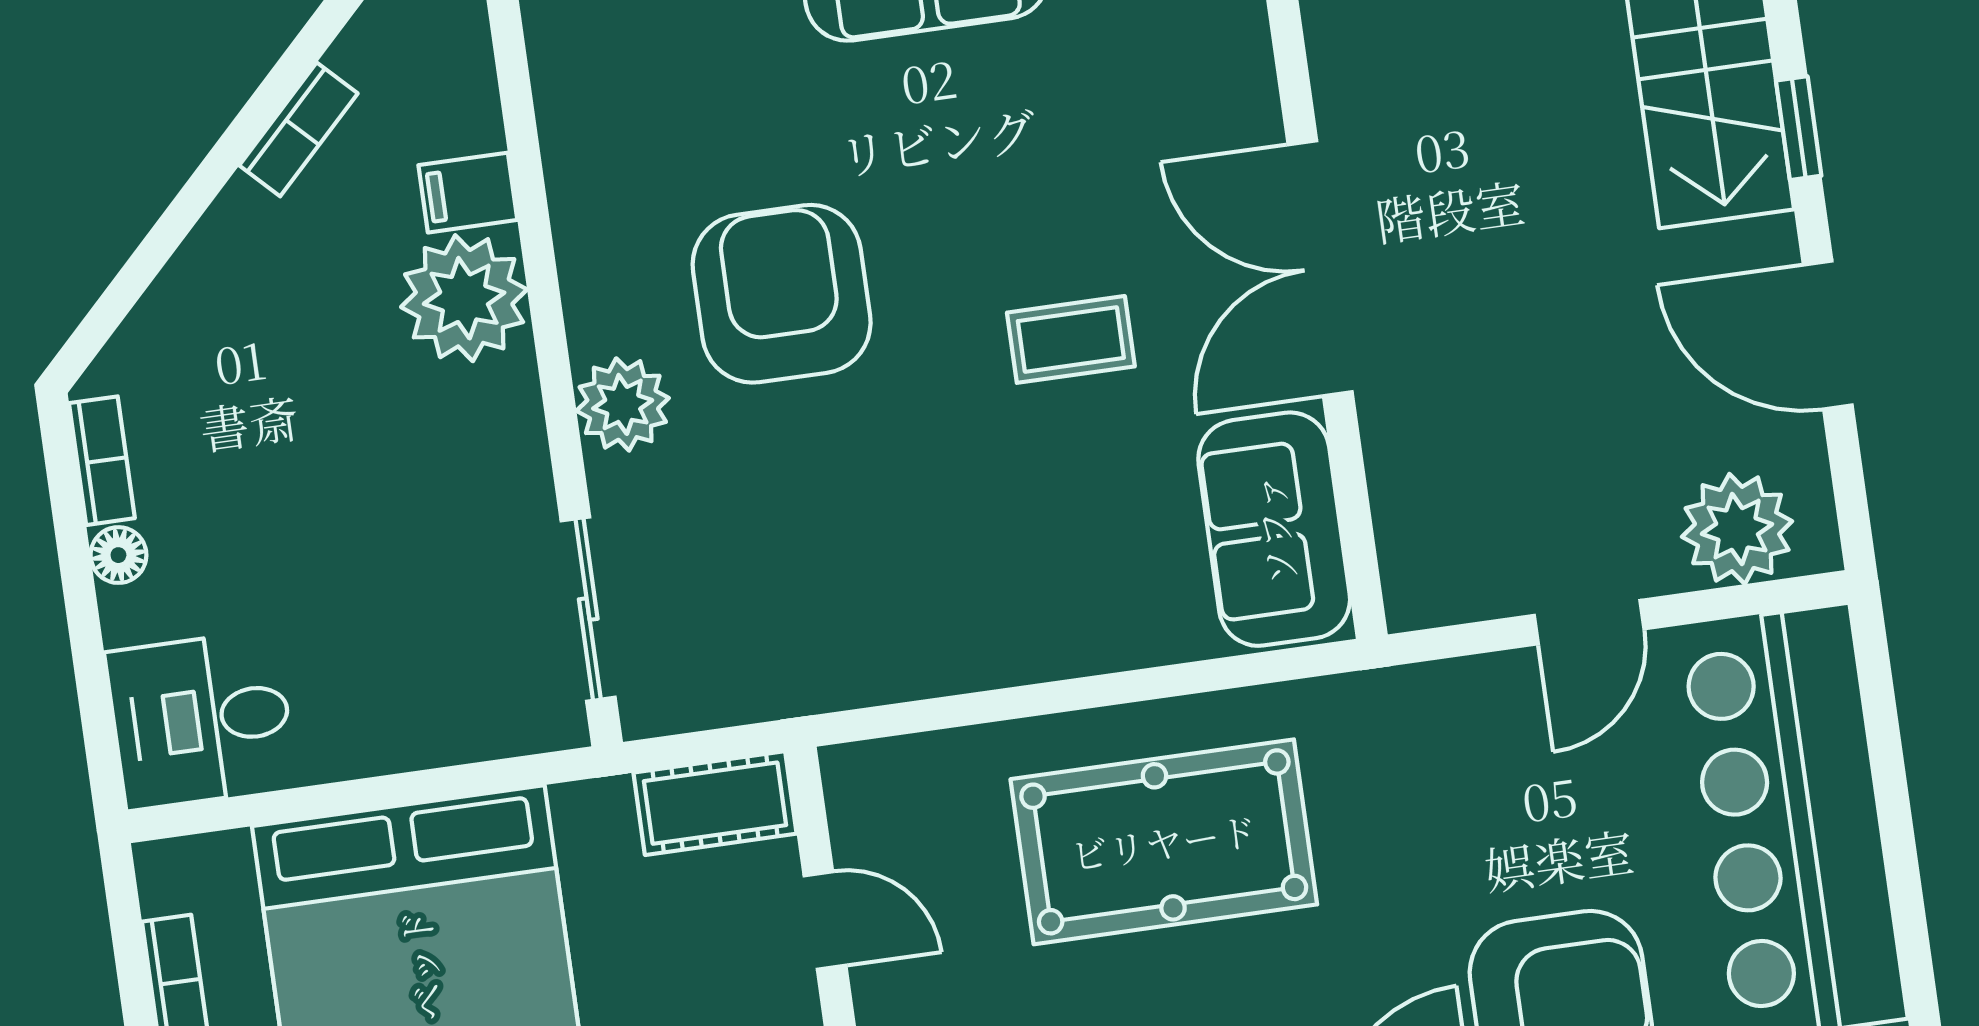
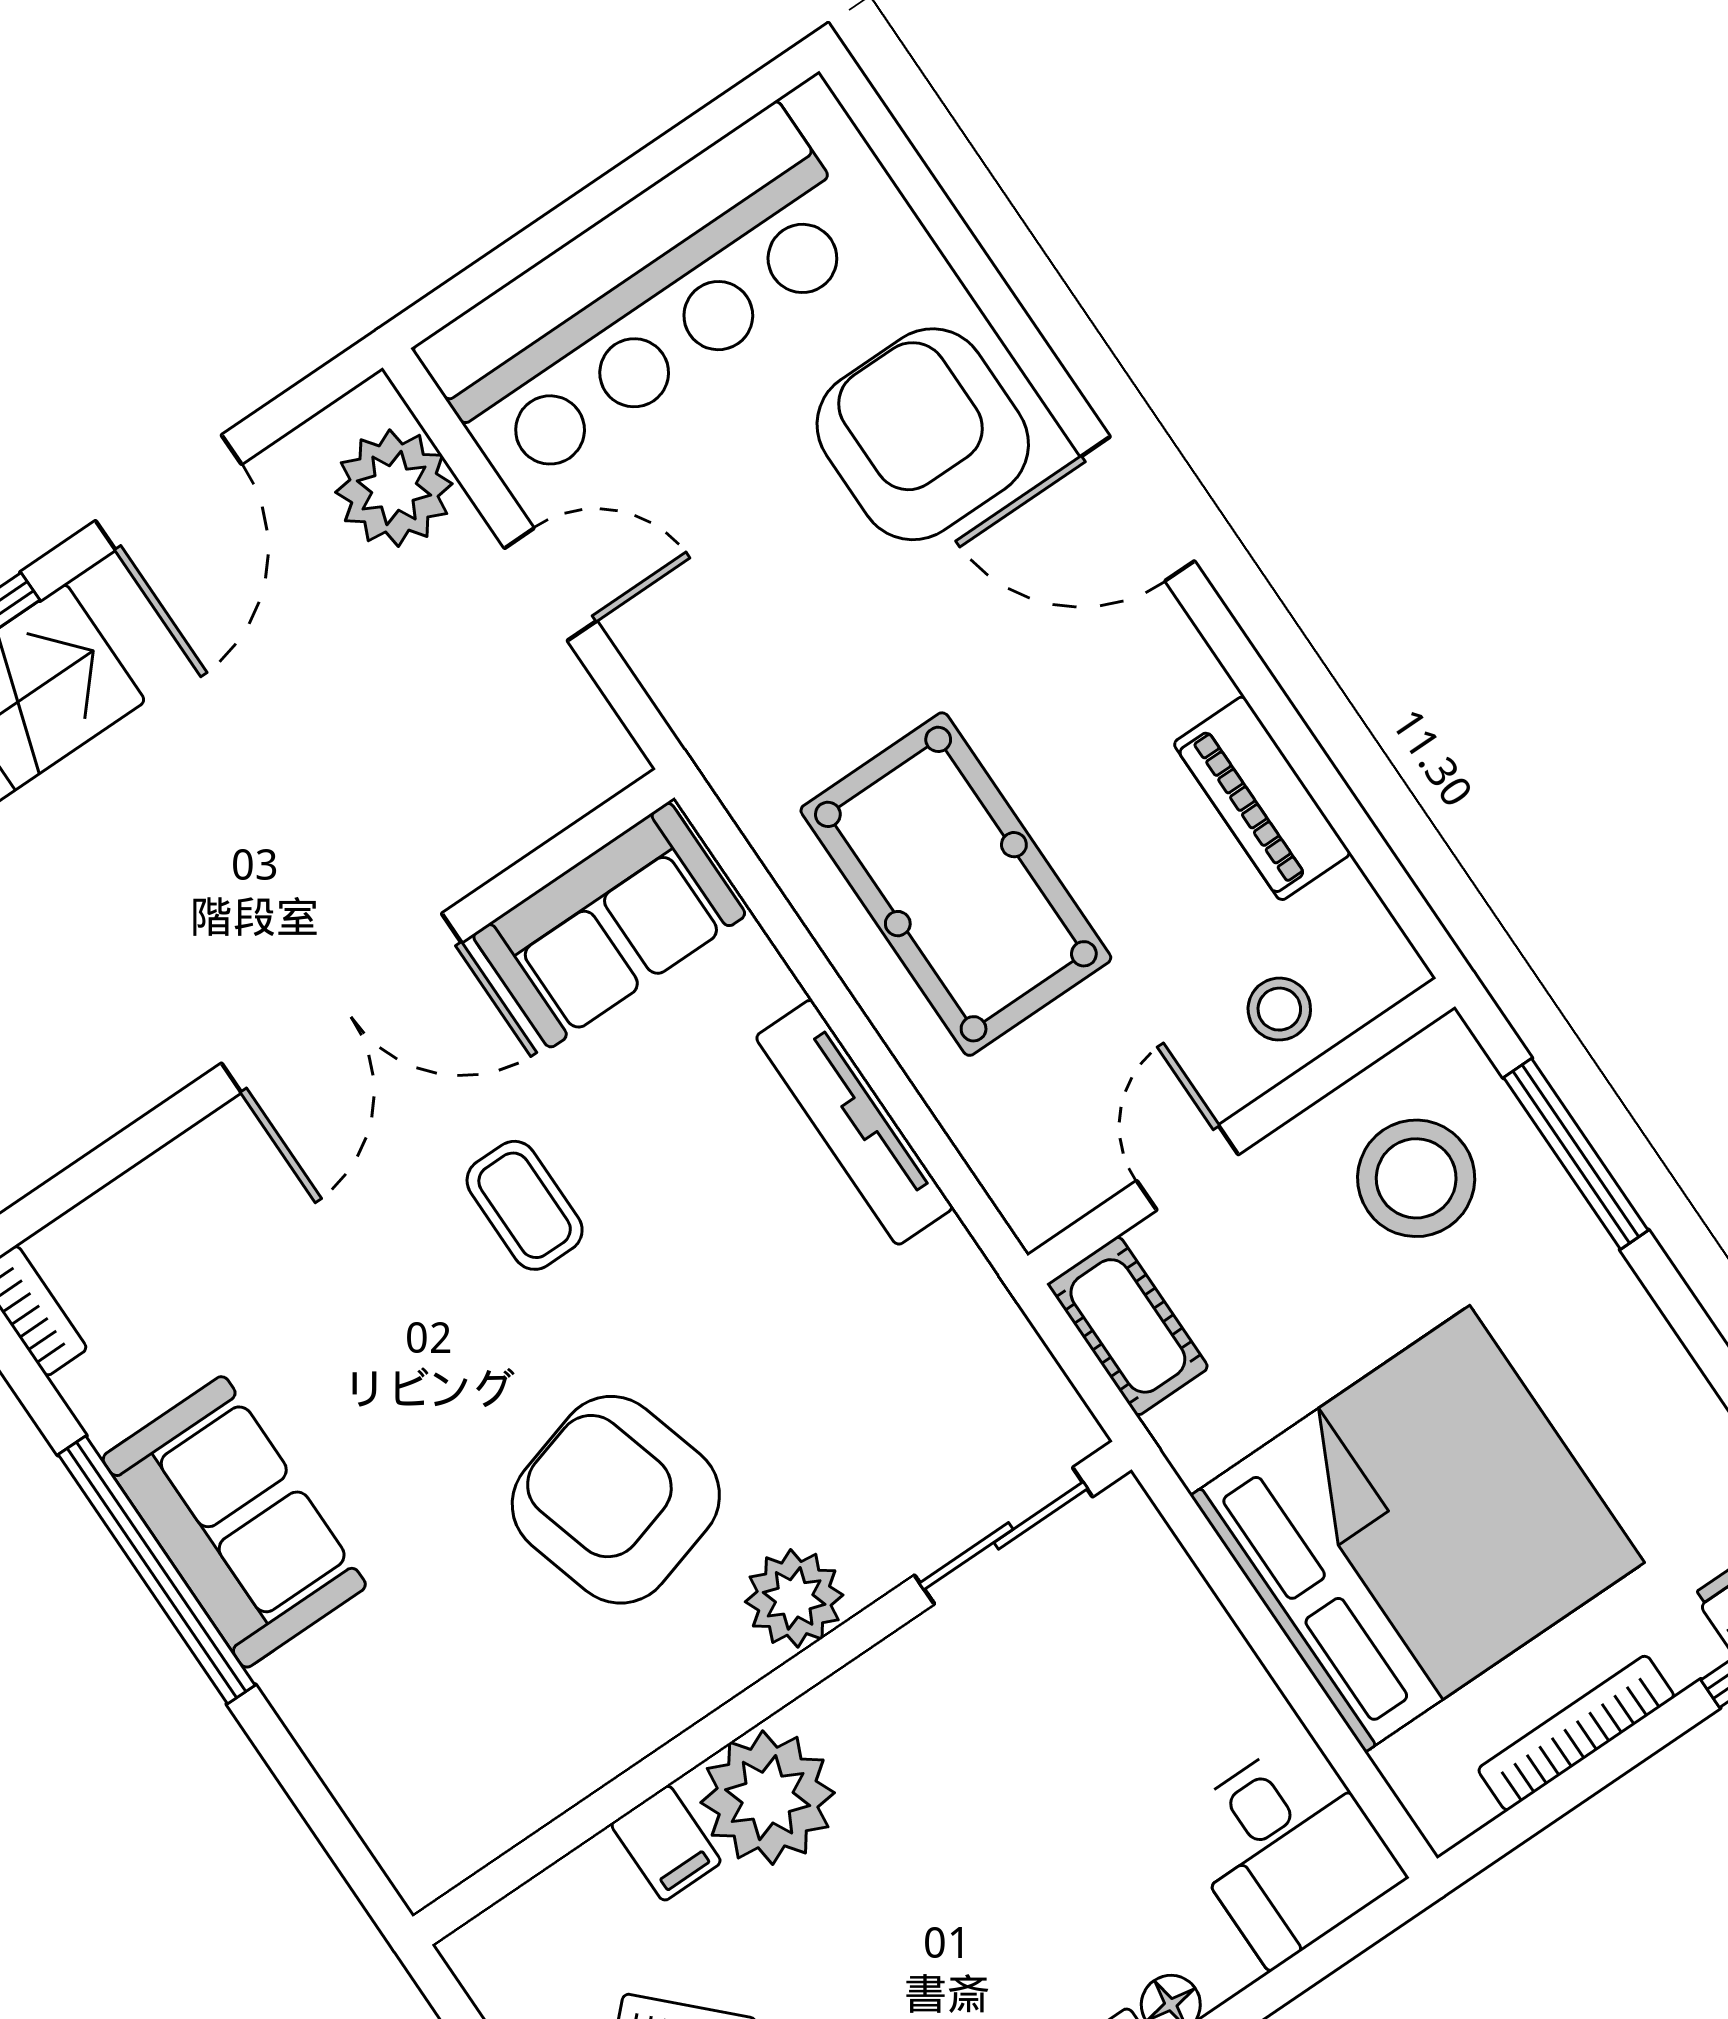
armchair: (782, 294) -> (616, 1500), turned 74
tv unit: (1003, 655) -> (854, 1122), added

